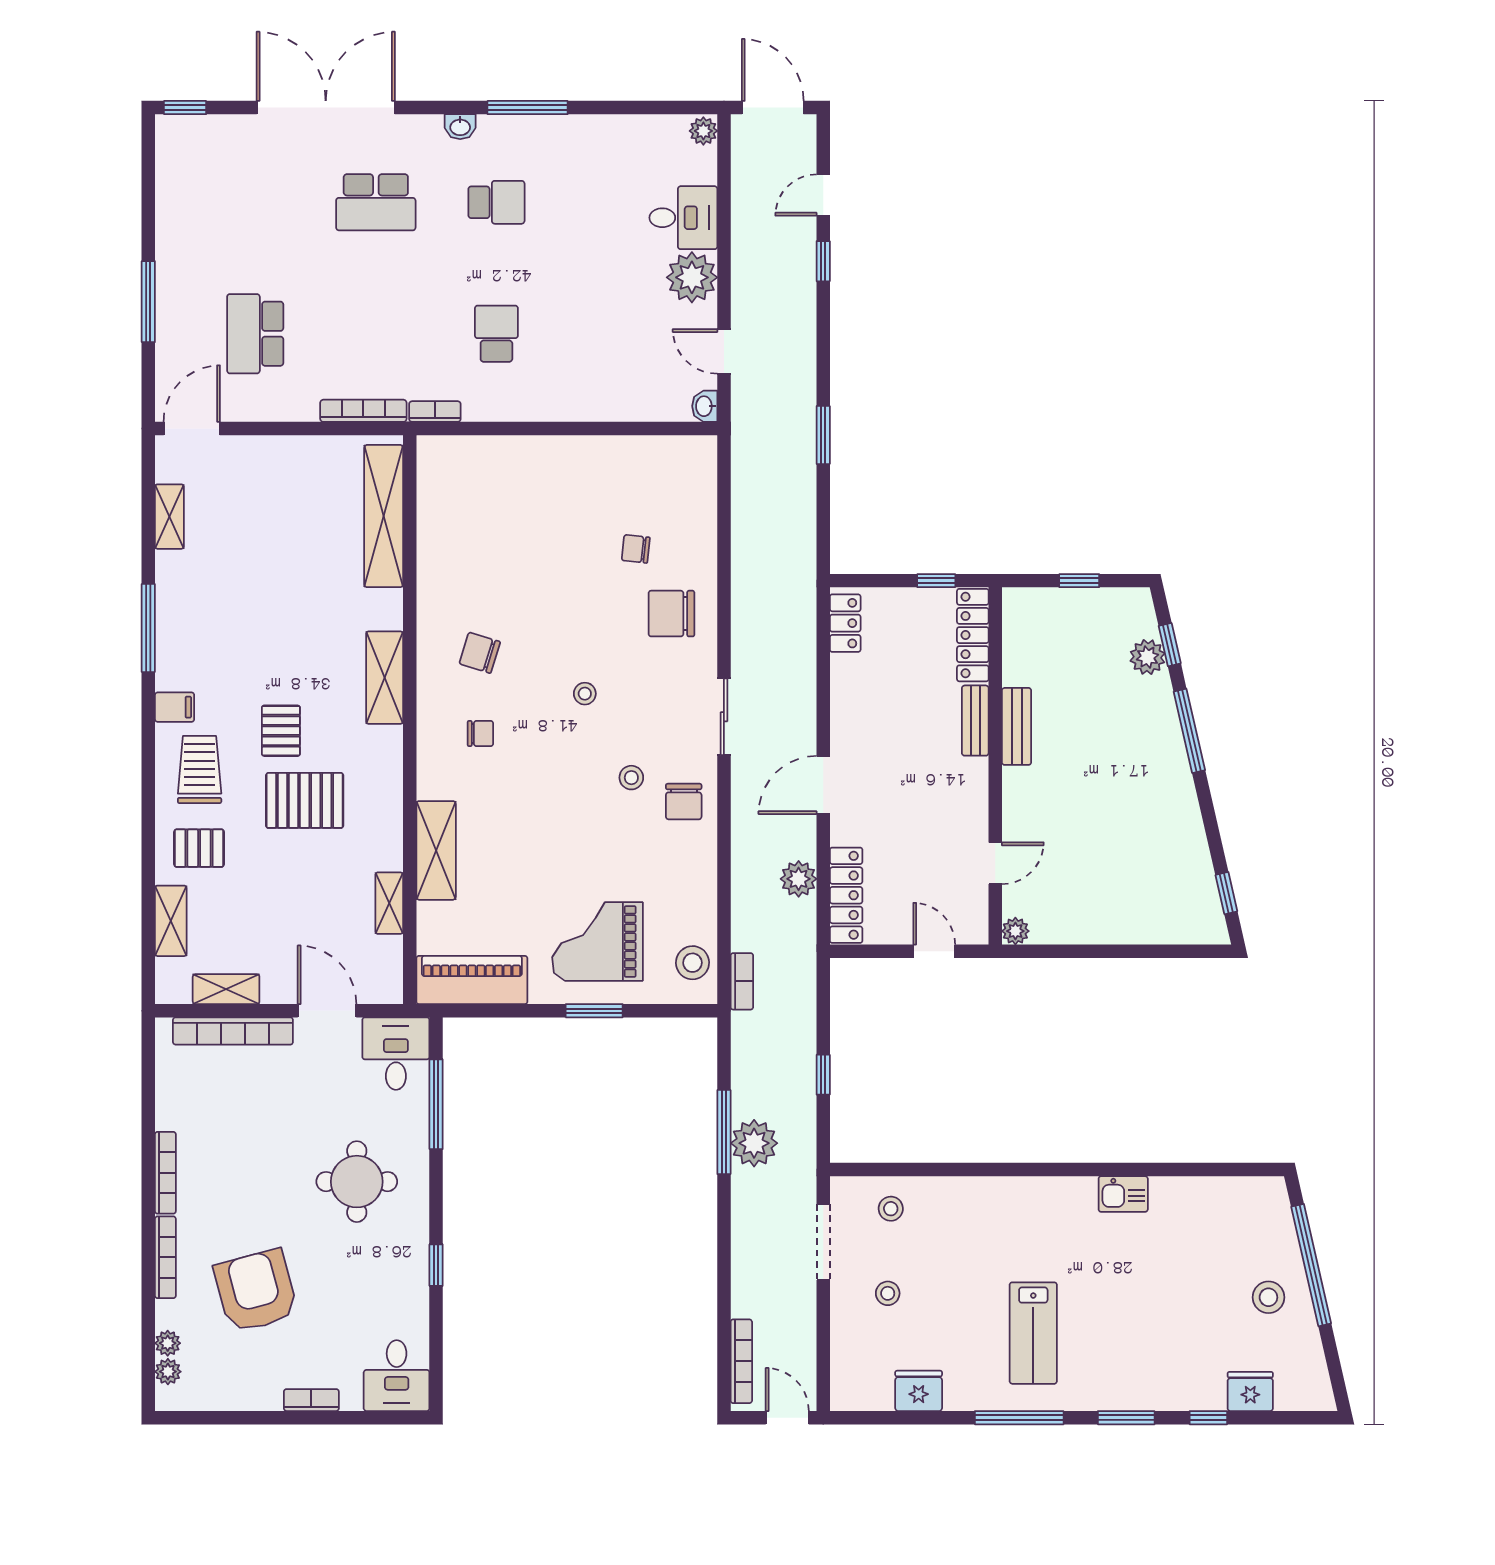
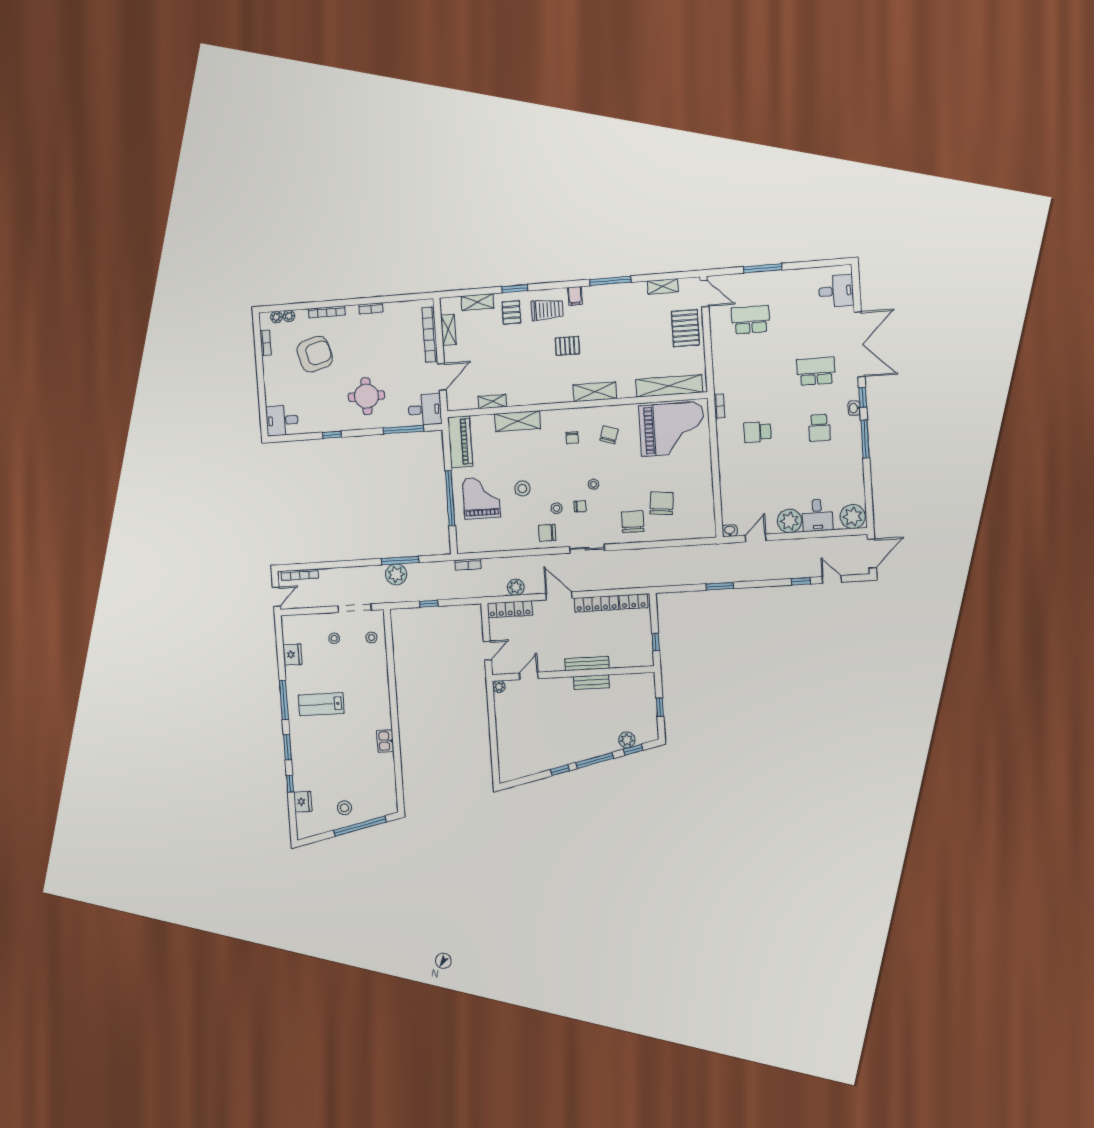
window: (185, 108) -> (863, 397), moved
plant: (703, 131) -> (853, 517), width x1.87, depth x1.87
desk: (209, 150) -> (836, 291), added
school desk: (376, 202) -> (816, 371), turned 90
school desk: (496, 334) -> (757, 432), turned 180
bookcase: (363, 411) -> (718, 373), removed
grand piano: (477, 516) -> (672, 429), added
chair: (636, 549) -> (661, 503), width x1.87, depth x1.87
locker: (973, 635) -> (597, 604), moved, turned 180
bench: (975, 721) -> (587, 664), width x1.36
chair: (631, 726) -> (580, 506), added
pallet: (305, 800) -> (685, 328), moved
window: (148, 837) -> (515, 289), added
door: (995, 863) -> (529, 676), swing flipped
window: (1226, 893) -> (560, 770), moved
stool: (692, 963) -> (522, 489), moved
window: (594, 1011) -> (450, 498), width x2.11
bookcase: (165, 1173) -> (371, 308), width x0.64
bookcase: (311, 1400) -> (266, 343), moved

